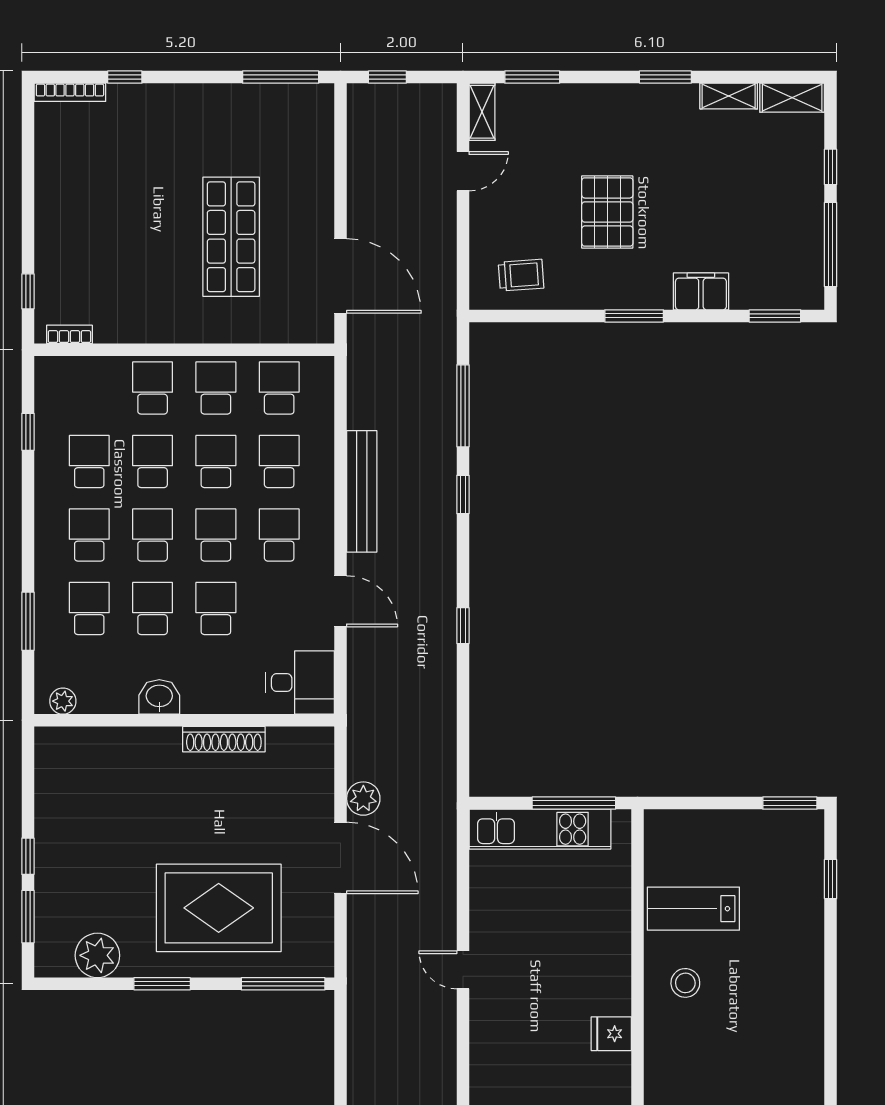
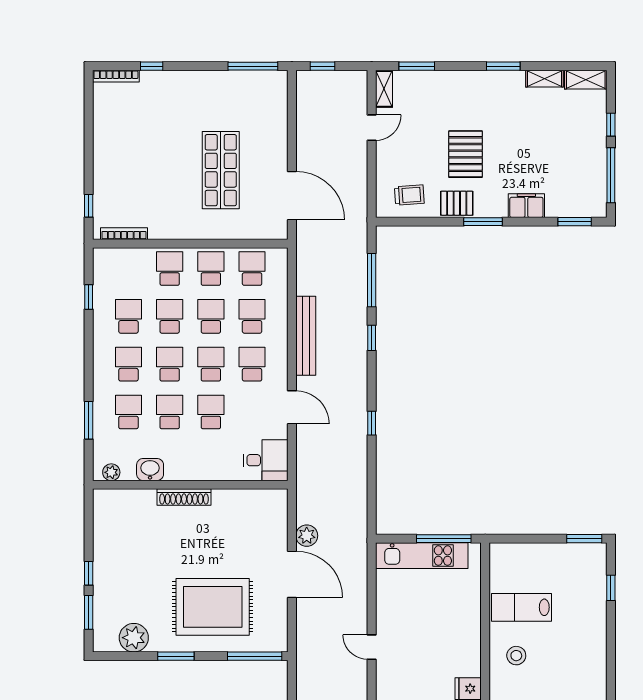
pallet: (594, 287) -> (457, 203), added
bookcase: (69, 334) -> (124, 234), width x1.56
washbasin: (159, 697) -> (150, 470), moved
shoe rack: (224, 739) -> (184, 497), moved

